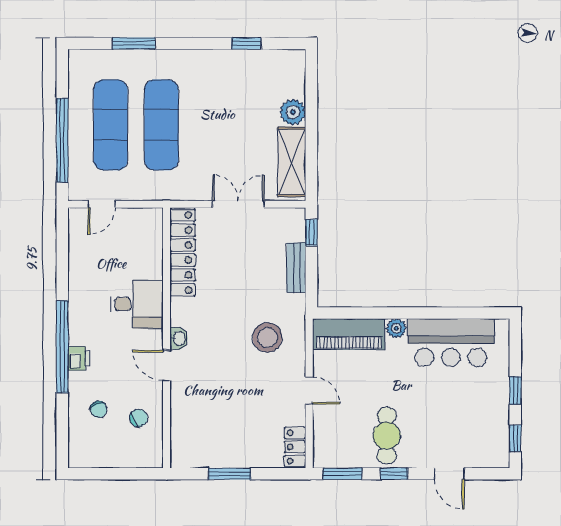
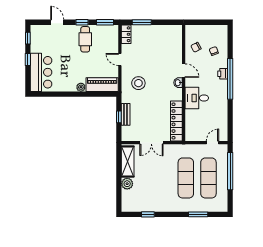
window: (311, 232) -> (119, 117), moved
bar counter: (451, 343) -> (41, 72), moved, turned 90
window: (229, 474) -> (142, 22), moved

